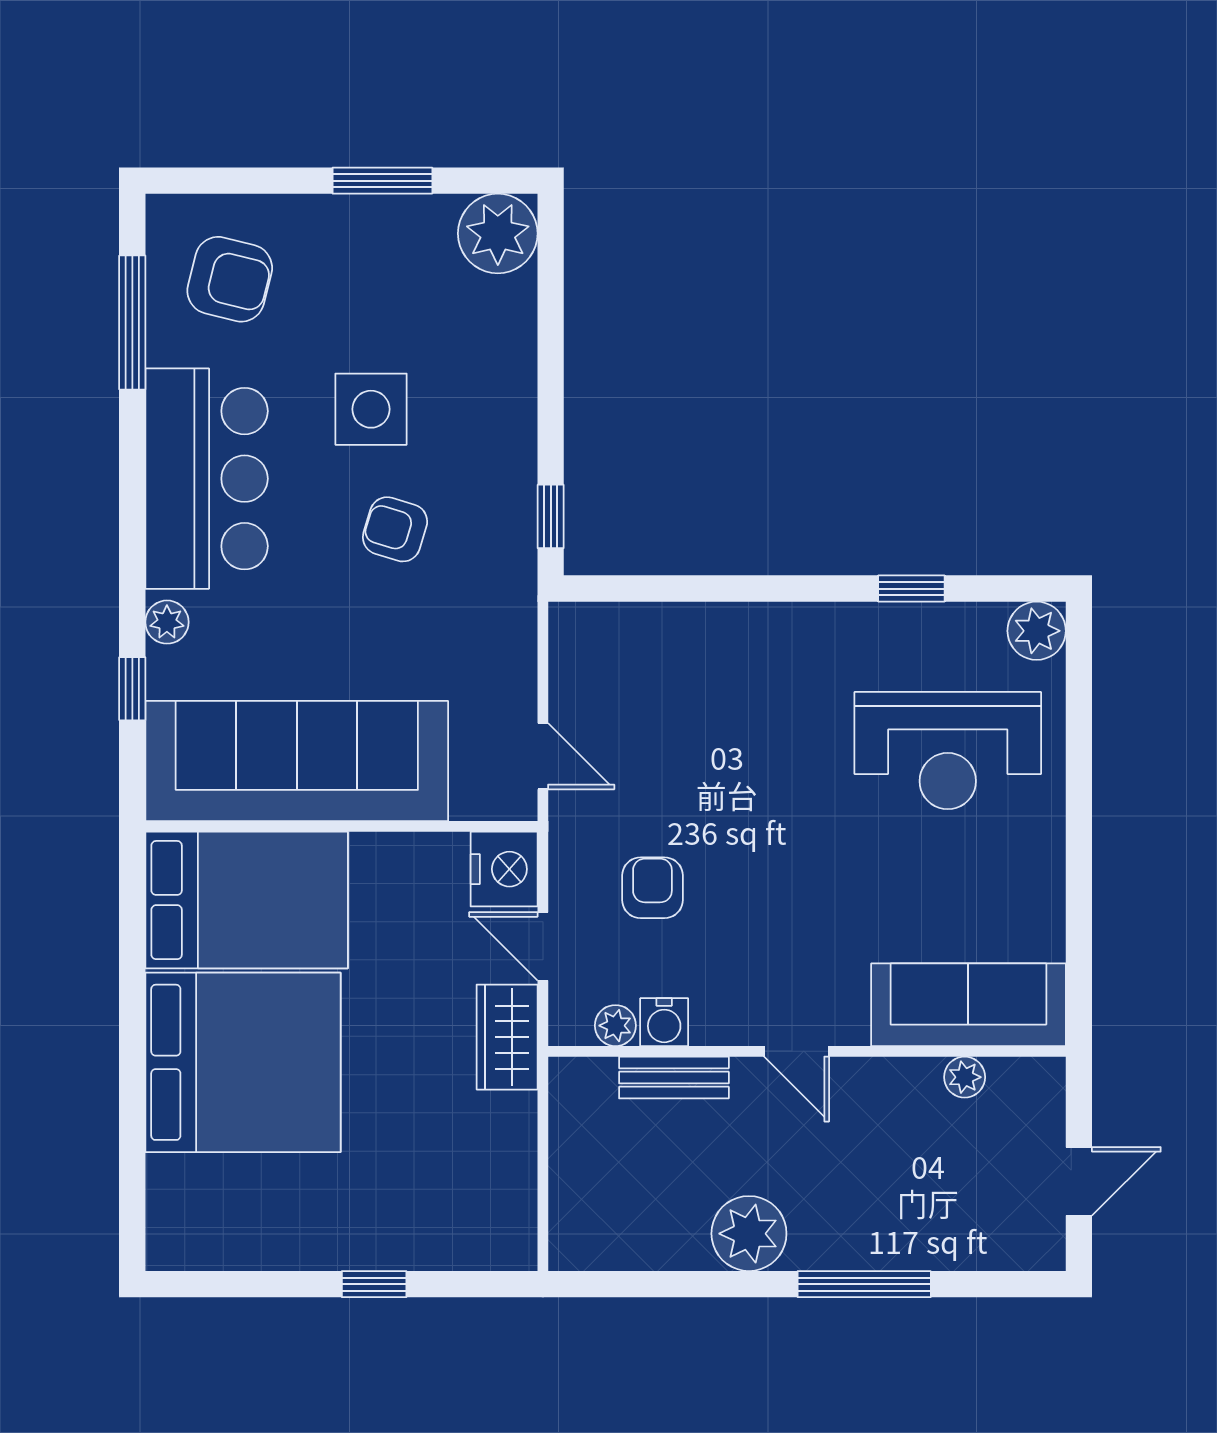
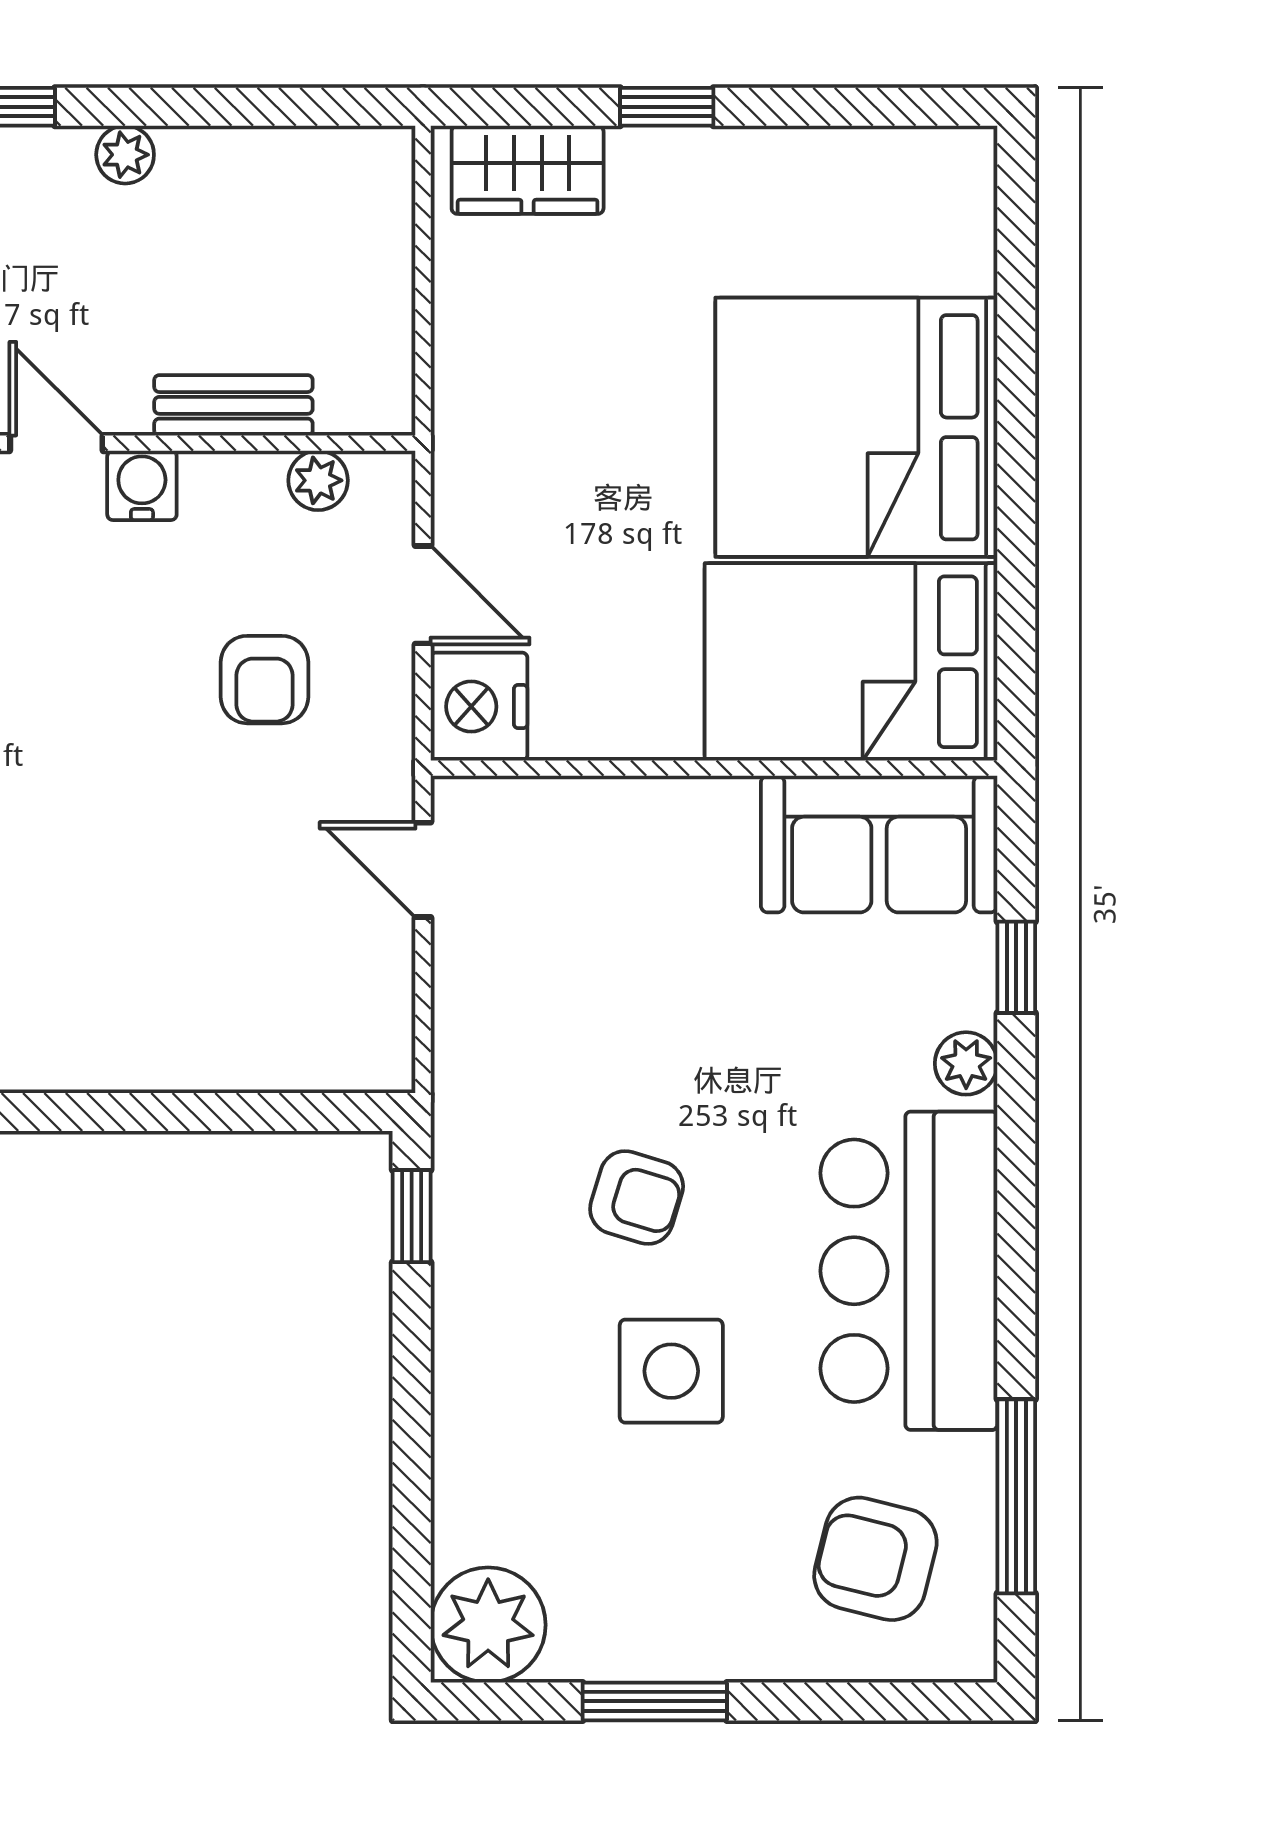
sofa: (297, 761) -> (879, 844), width x0.54, depth x0.79
water cooler: (664, 1022) -> (142, 485), moved
wardrobe: (507, 1037) -> (528, 170), moved, turned 90
plant: (749, 1234) -> (125, 155), width x0.53, depth x0.53

